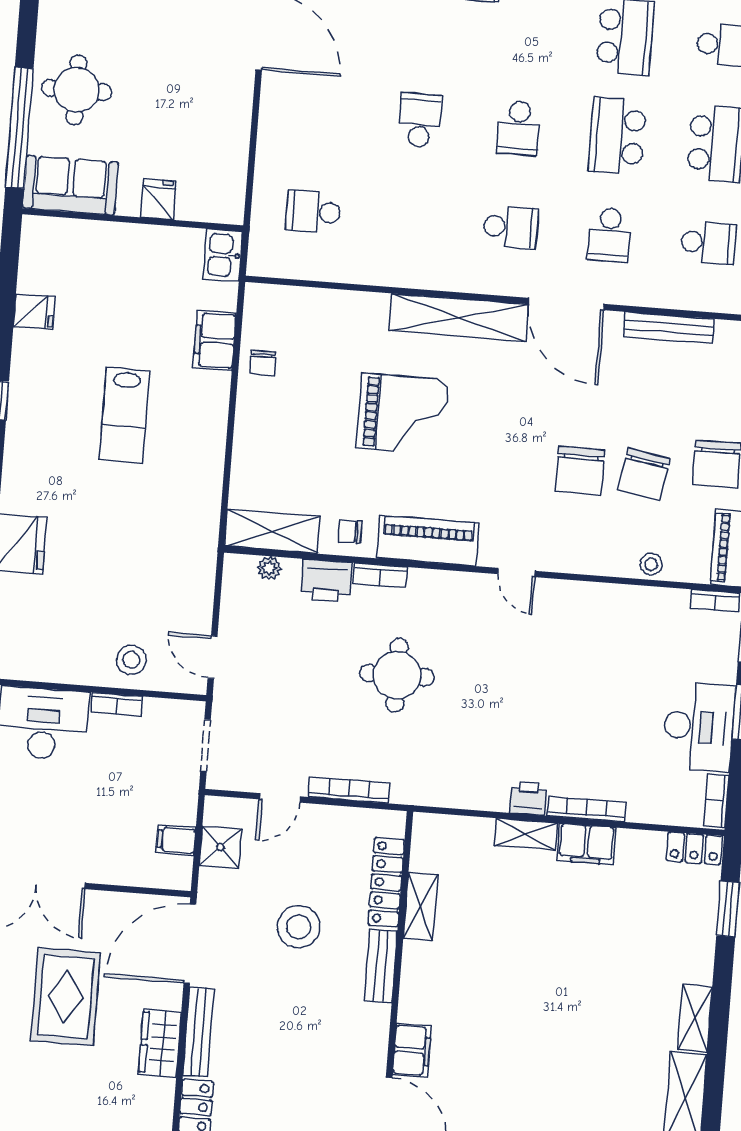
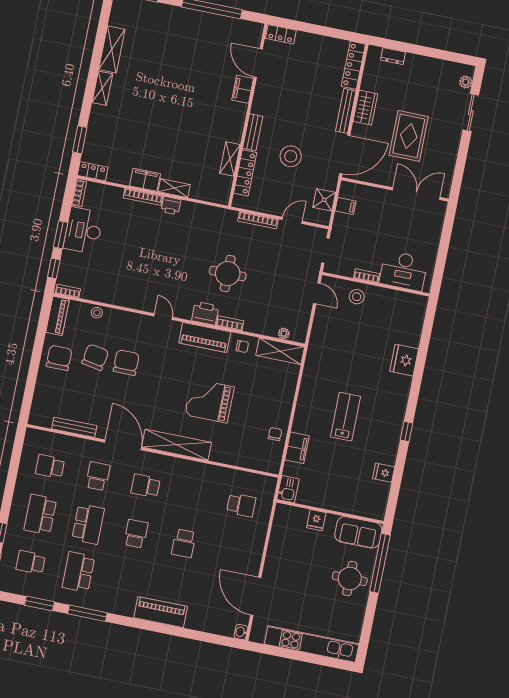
printer: (326, 581) -> (205, 313), moved

